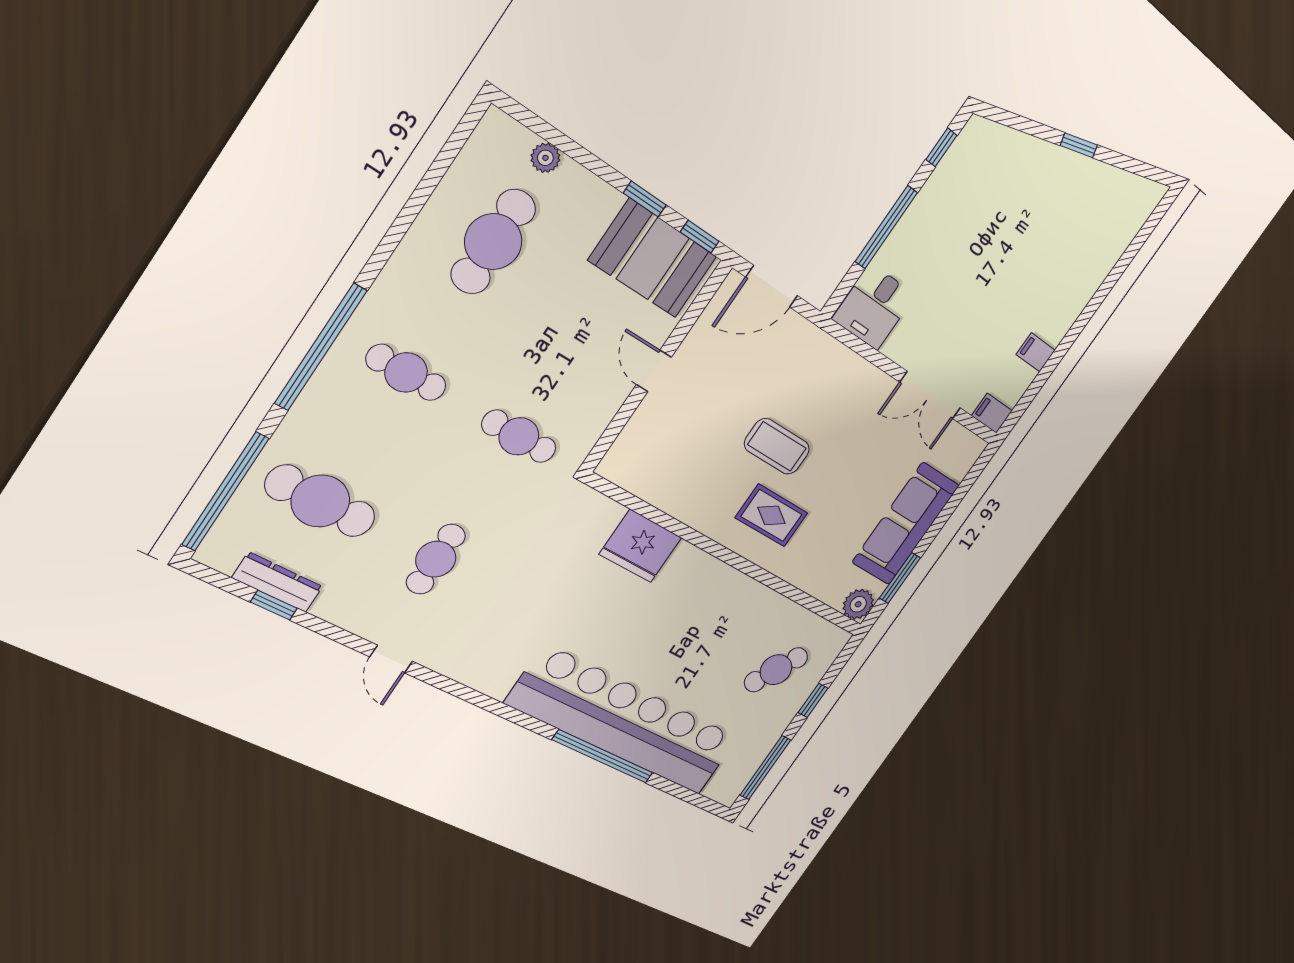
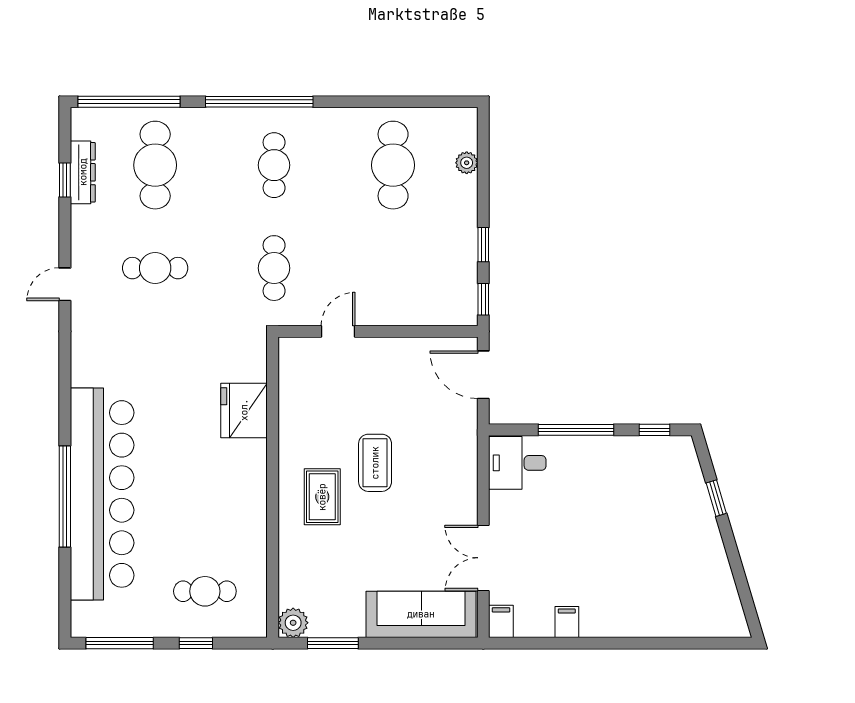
window: (1079, 145) -> (716, 498), moved
cafe table: (493, 242) -> (393, 165), turned 90
booth: (653, 258) -> (449, 277), removed
door: (654, 371) -> (338, 331), moved
sofa: (906, 524) -> (421, 614), moved
cafe table: (776, 670) -> (205, 591), turned -31

